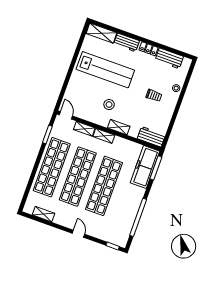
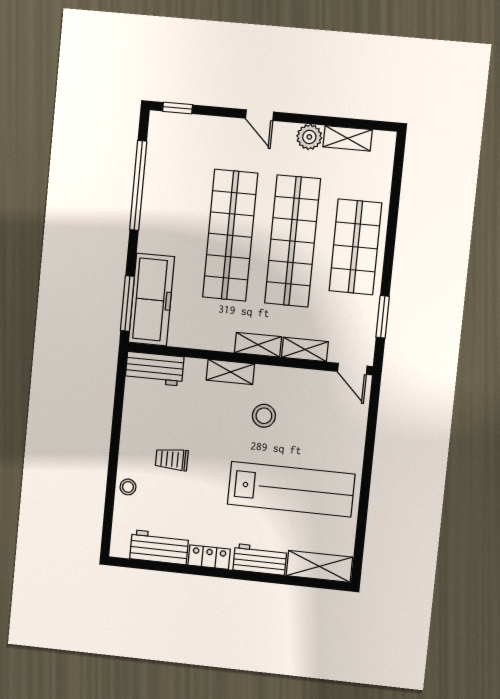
lab bench: (105, 70) -> (291, 489), turned 180
shop shelf: (52, 167) -> (355, 247), width x0.71
plant: (60, 219) -> (309, 137), added

